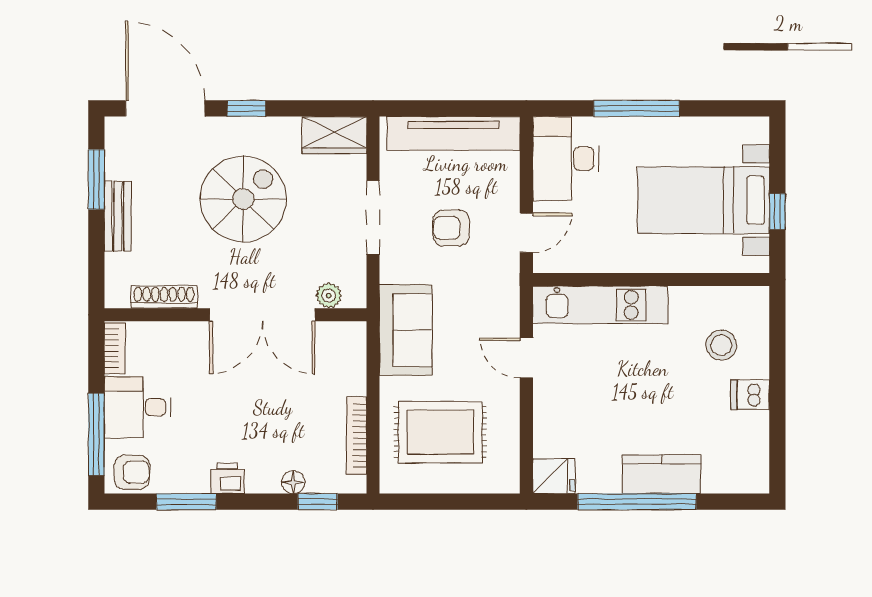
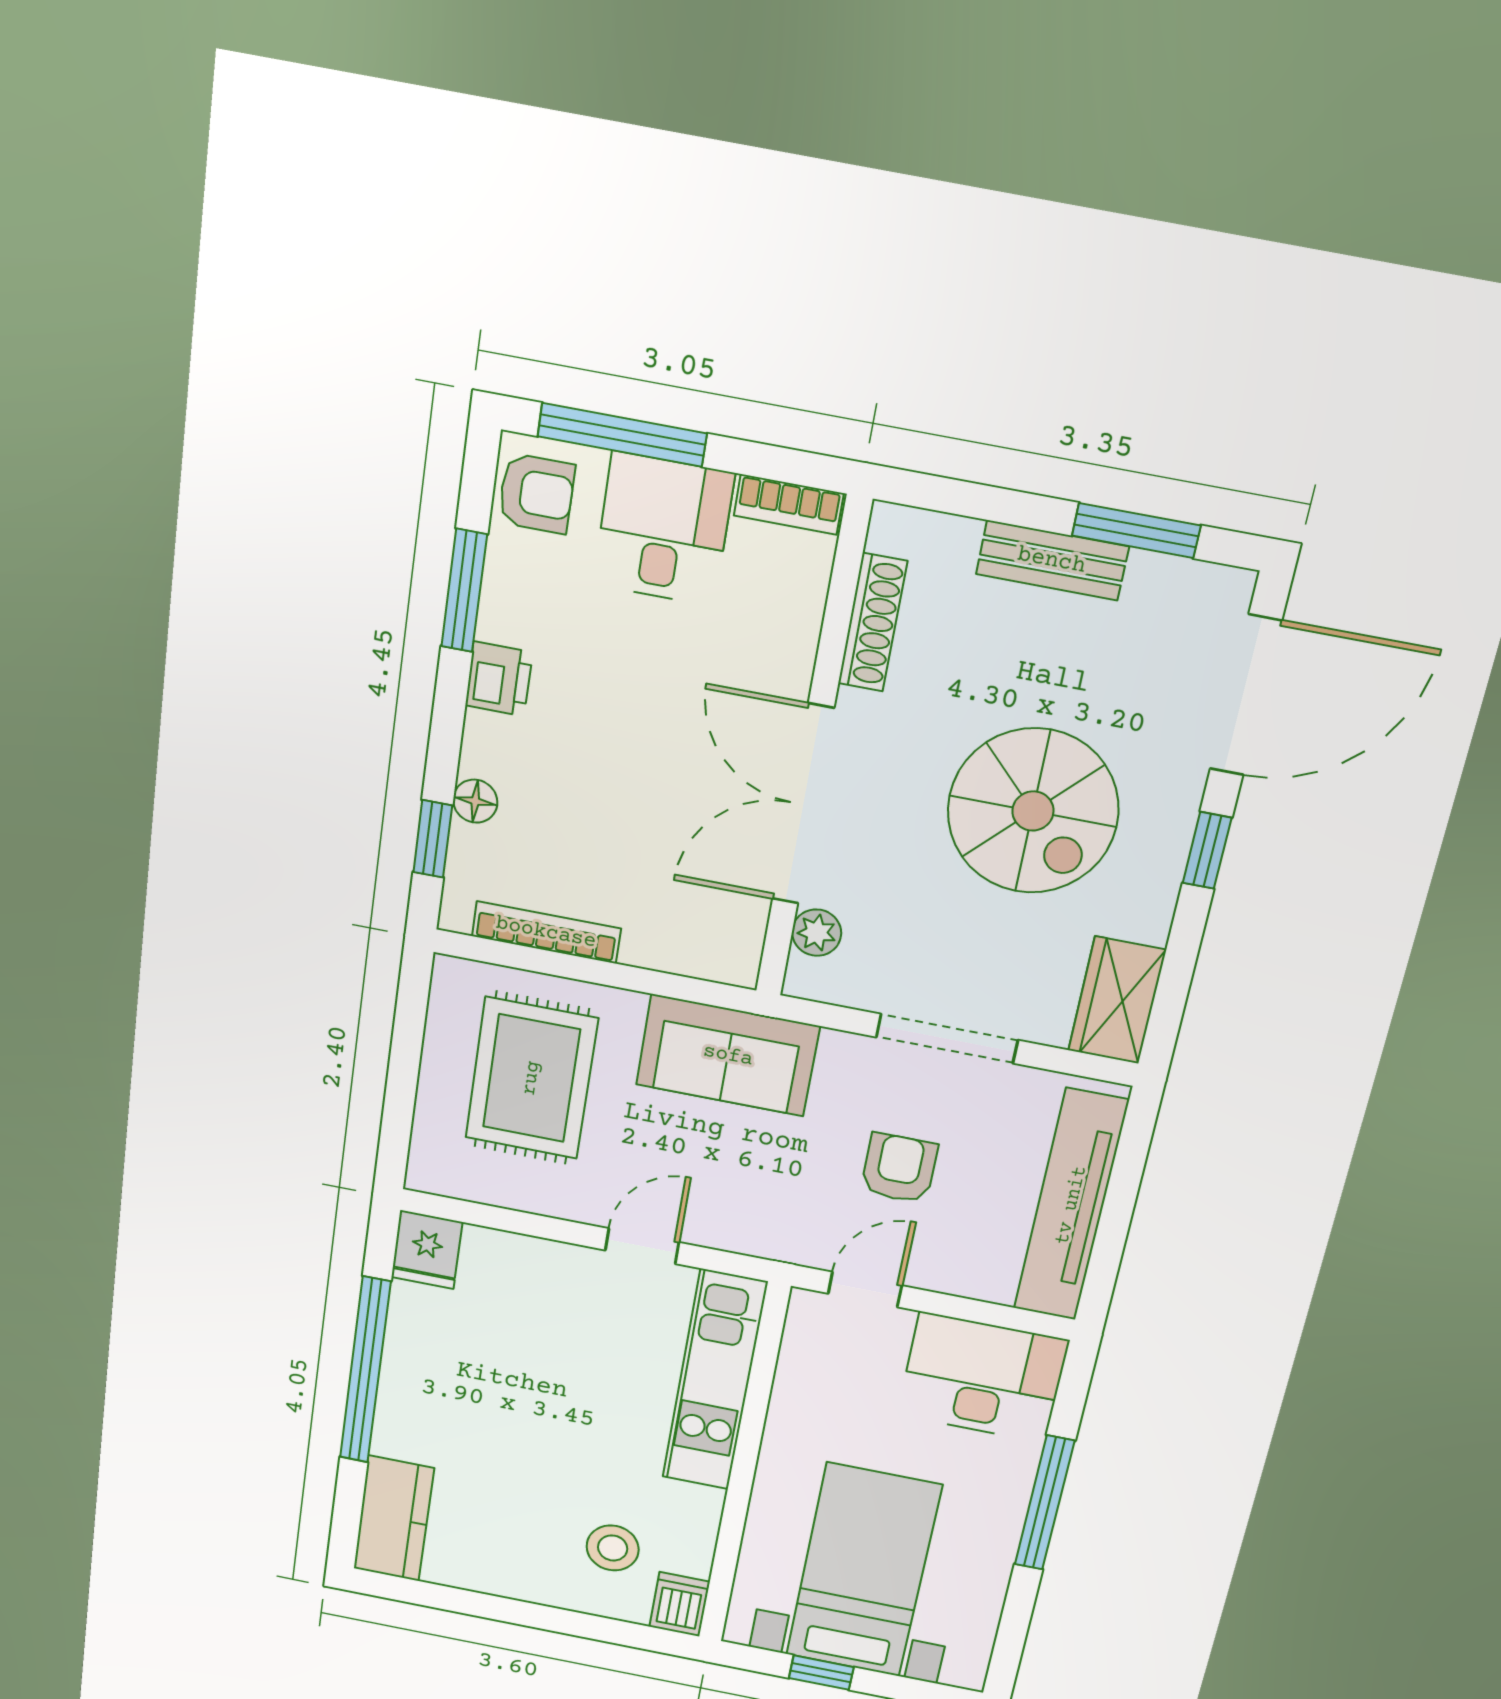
door: (526, 233) -> (865, 1289), swing flipped
dishwasher: (750, 395) -> (680, 1604), moved
armchair: (132, 472) -> (536, 493), turned -90
kitchen counter: (662, 474) -> (394, 1519), moved

